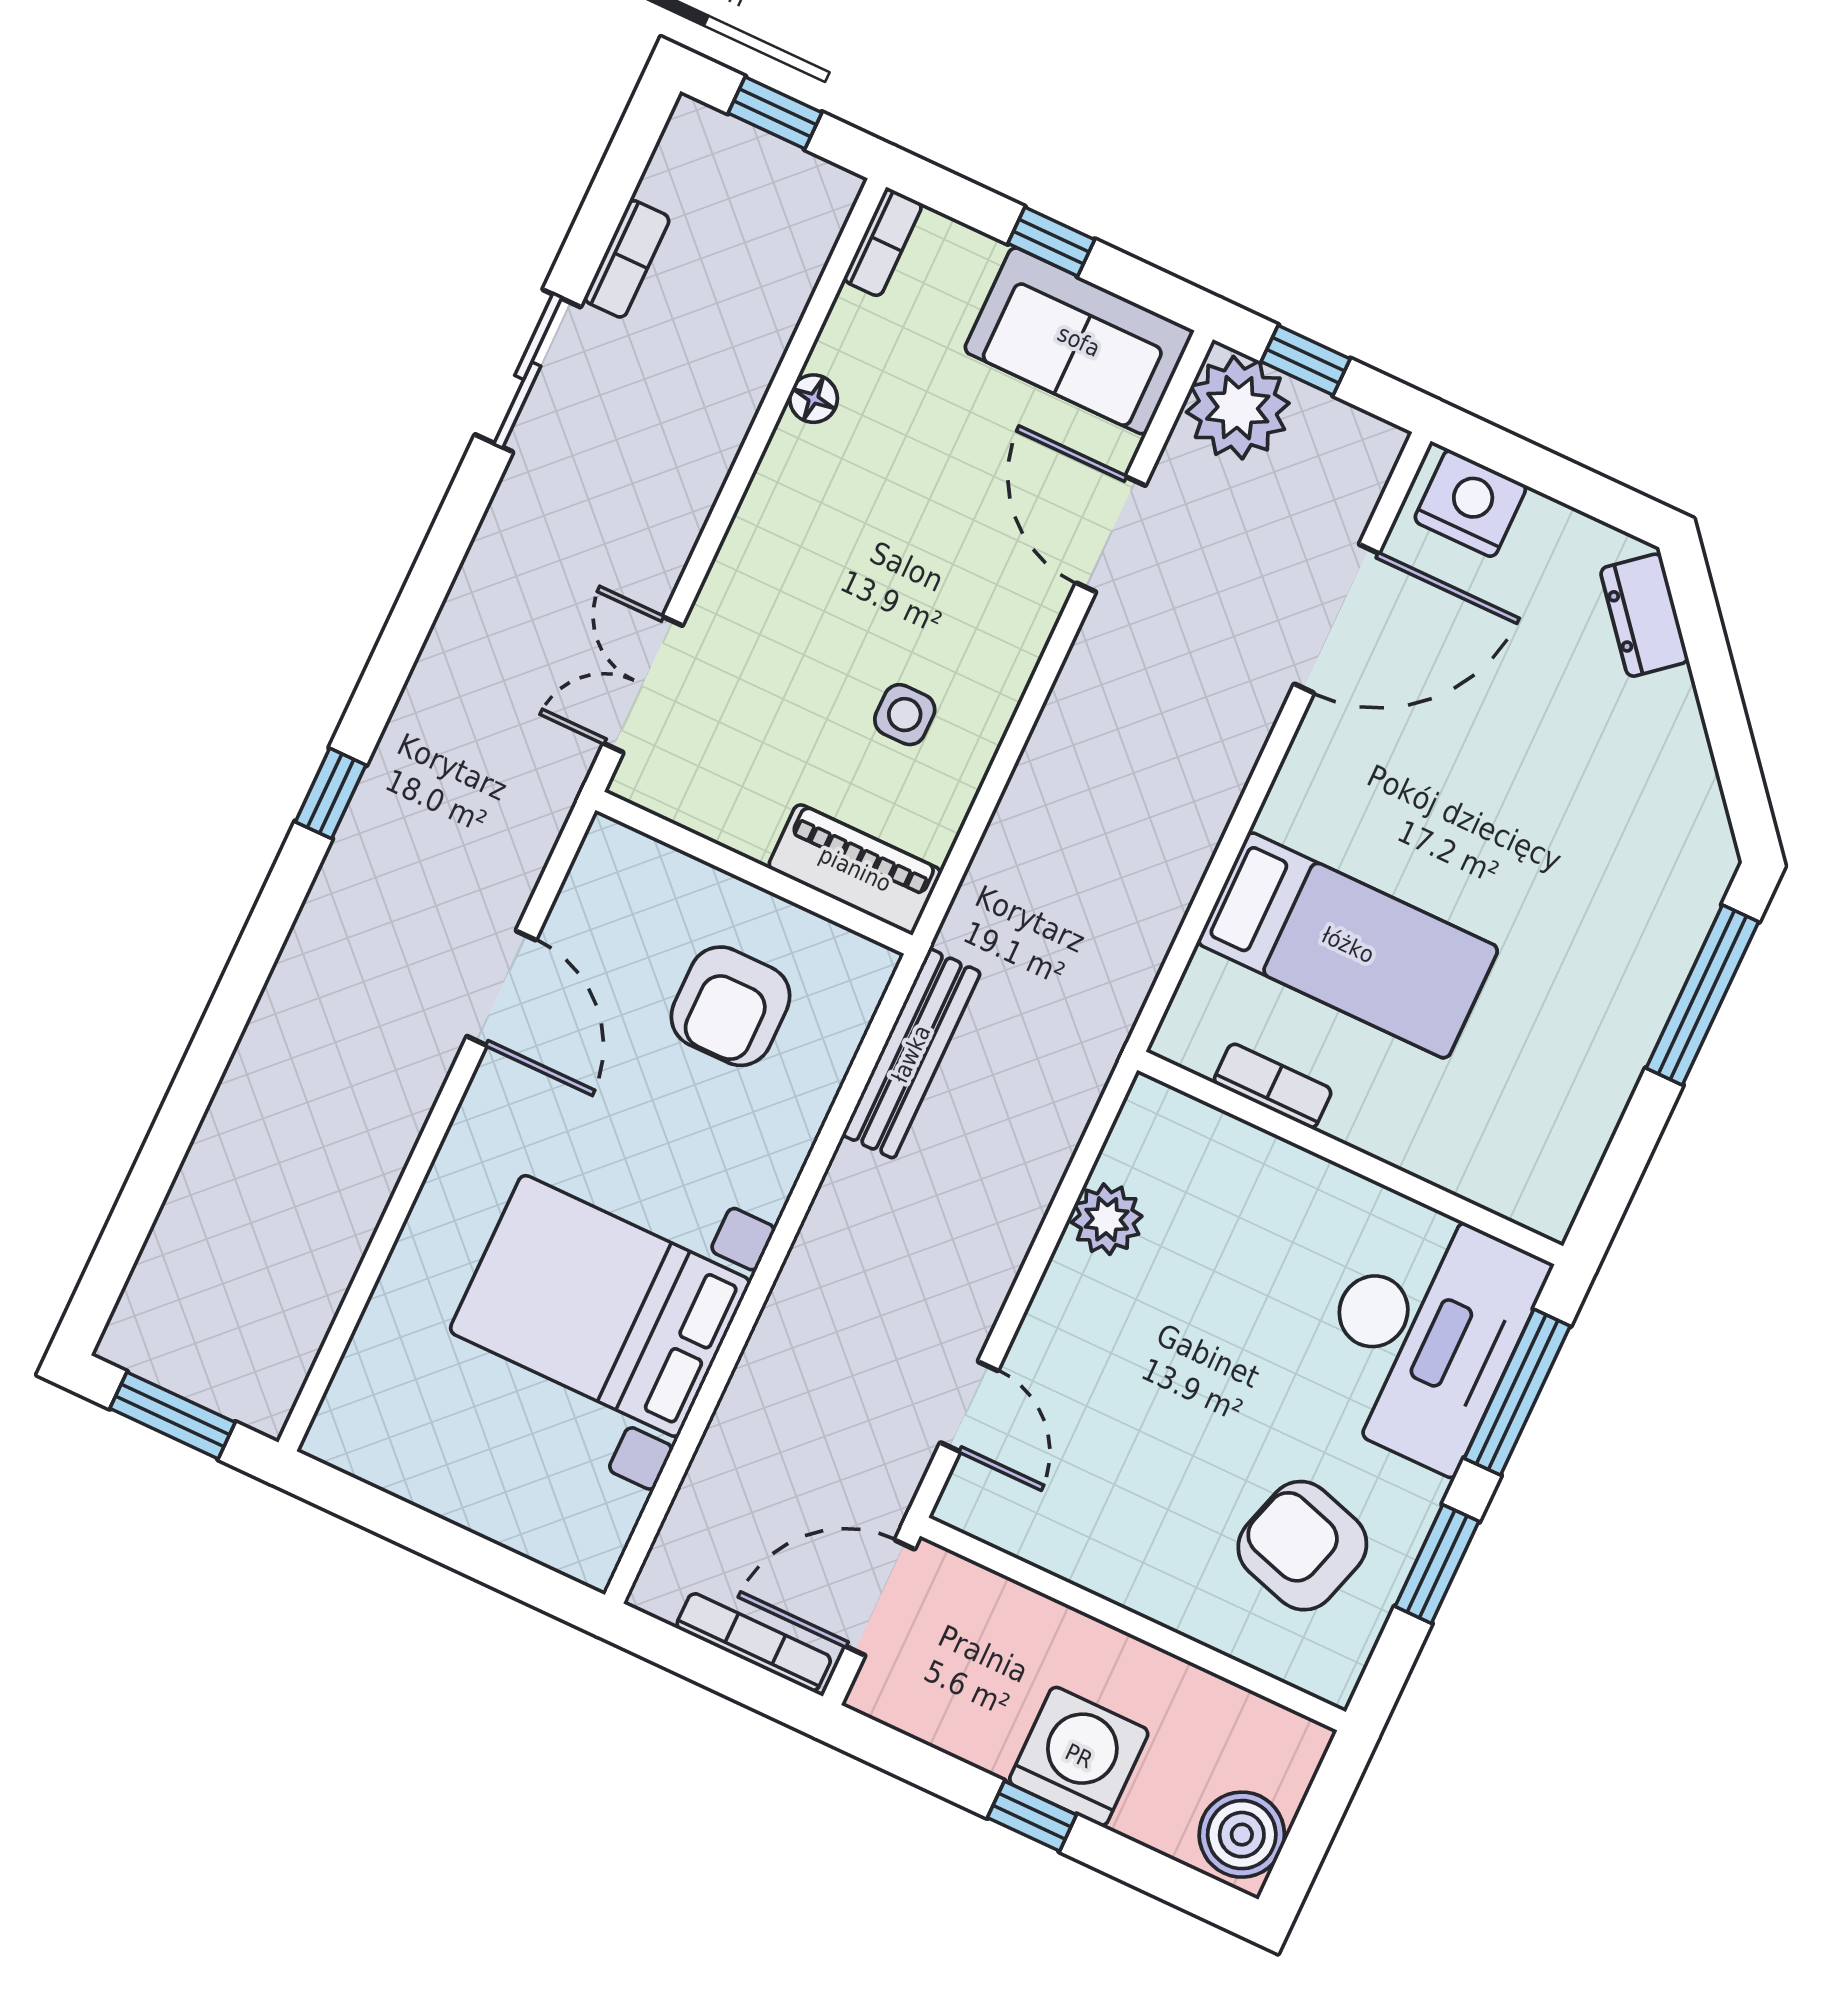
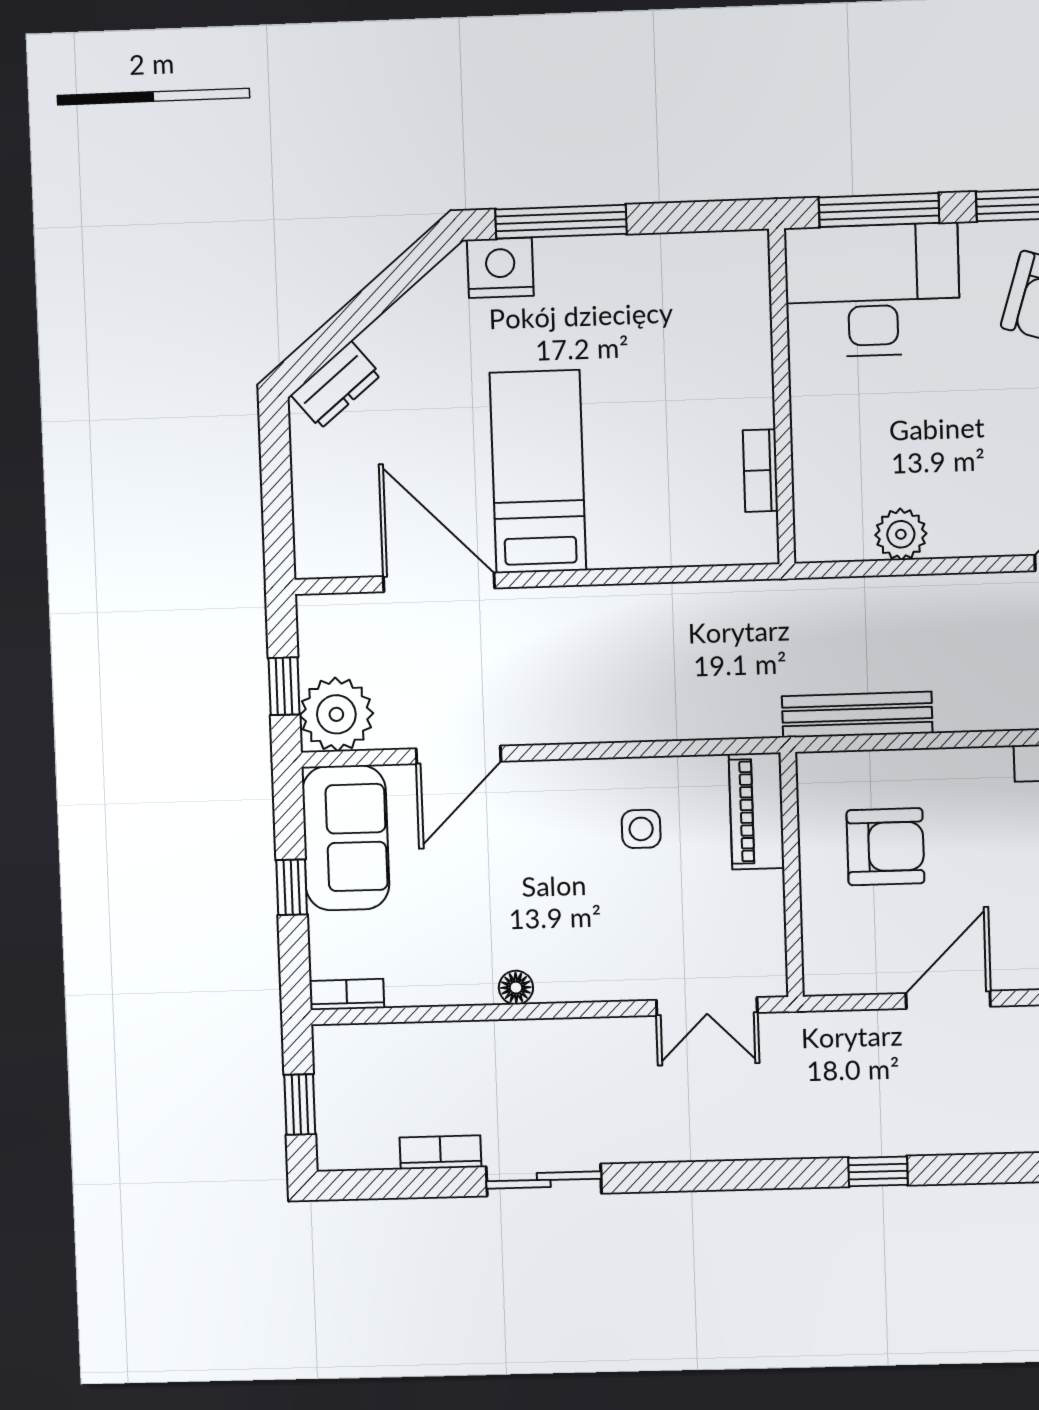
floor lamp: (814, 399) -> (516, 988), moved
nightstand: (1470, 503) -> (500, 268), moved, turned 90
bed: (1348, 945) -> (538, 472), moved

